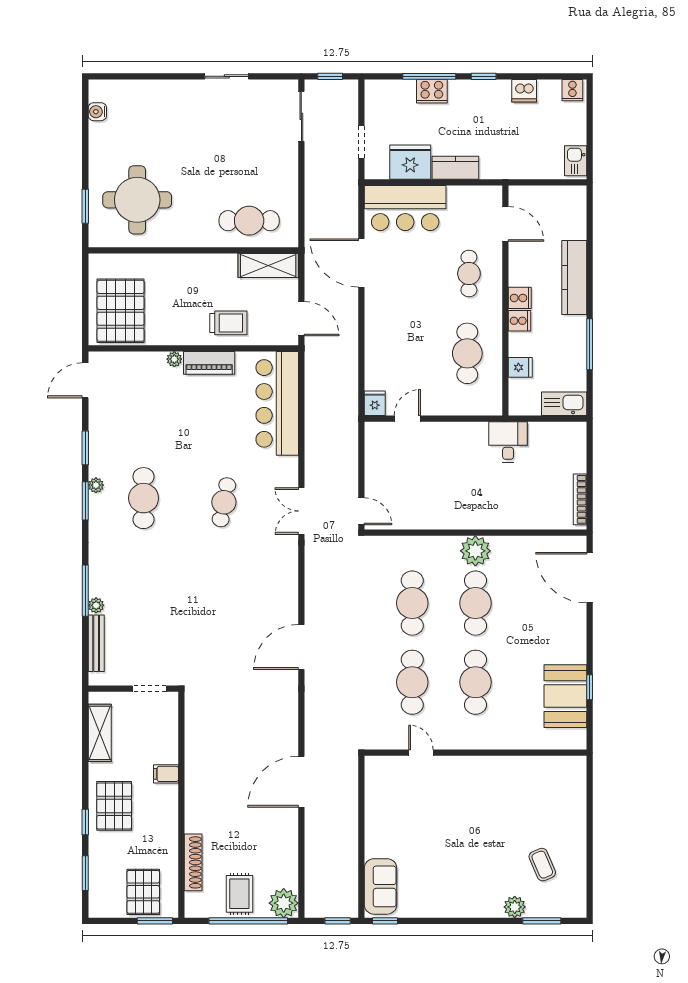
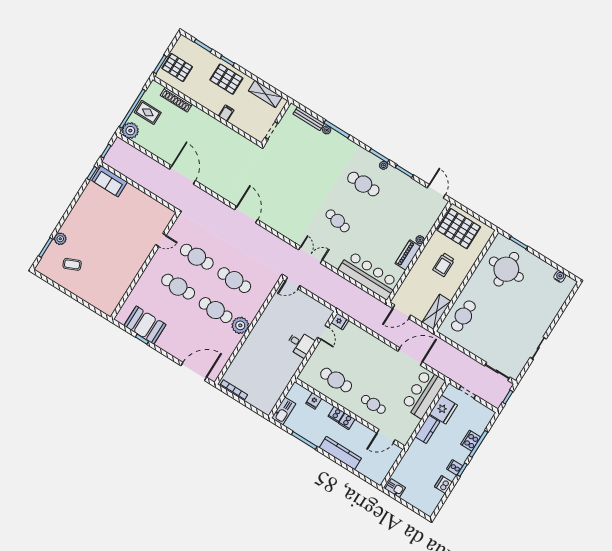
cooker: (572, 90) -> (455, 467), moved
trolley: (228, 323) -> (444, 265), moved
desk: (508, 442) -> (300, 344), moved

